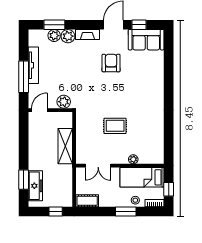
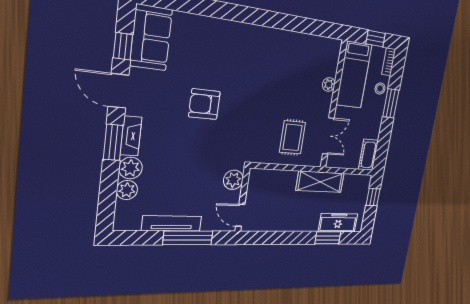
window: (54, 25) -> (113, 142), moved
armchair: (111, 63) -> (204, 104), moved
rug: (115, 126) -> (292, 137), moved
shelving: (65, 146) -> (320, 182), moved

